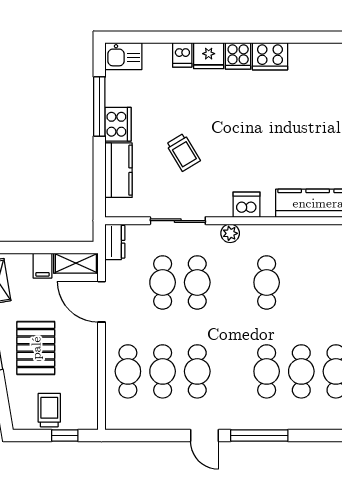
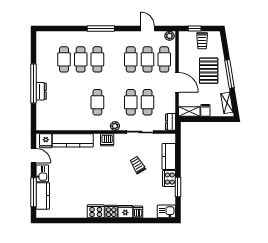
window: (99, 106) -> (178, 187), width x0.69
door: (102, 302) -> (177, 82), moved
plant: (117, 420) -> (169, 36), added
door: (205, 436) -> (148, 29), moved

